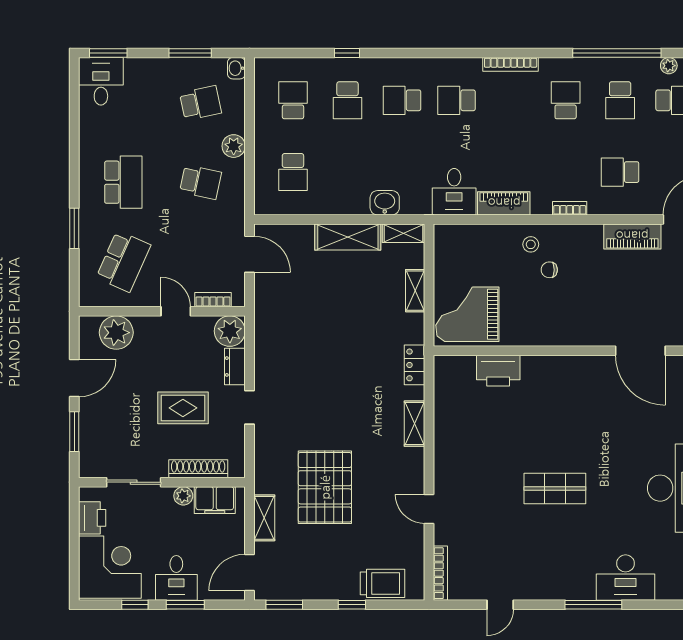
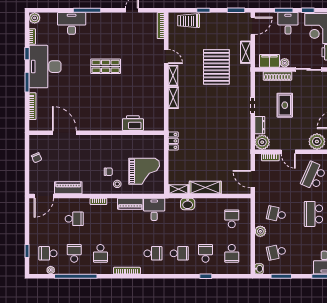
shelving: (415, 291) -> (173, 76), moved
grand piano: (467, 314) -> (144, 171), moved
locker: (415, 365) -> (173, 141), moved
rug: (183, 408) -> (285, 105), turned 90

